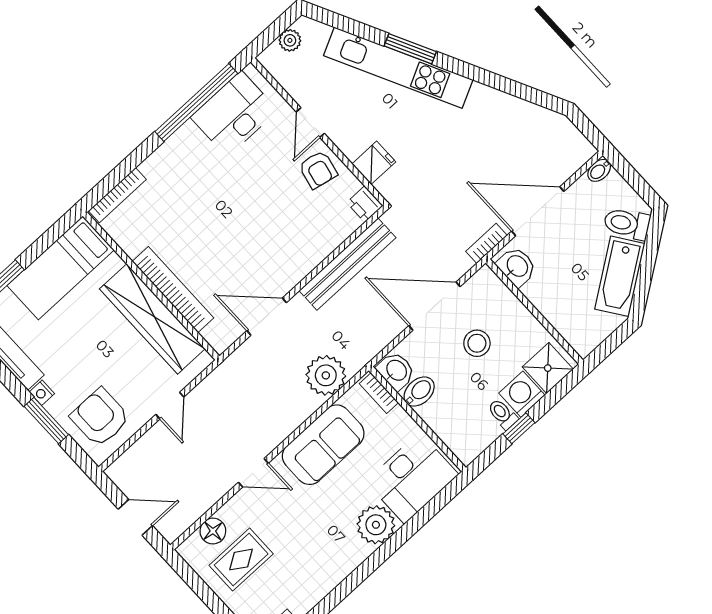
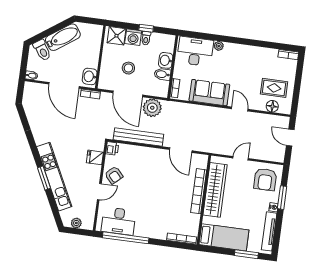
armchair: (318, 170) -> (114, 175), turned 125
washbasin: (396, 371) -> (166, 60), moved
plant: (326, 375) -> (152, 108), moved
plant: (376, 525) -> (219, 46), width x0.53, depth x0.53

